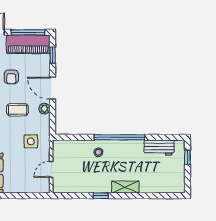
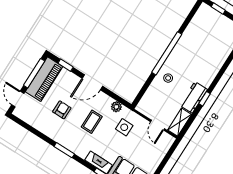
armchair: (11, 77) -> (62, 110), turned -90
plant: (44, 109) -> (116, 107), moved
workbench: (159, 148) -> (194, 97), moved, turned 180
shelving: (125, 187) -> (180, 122), moved

